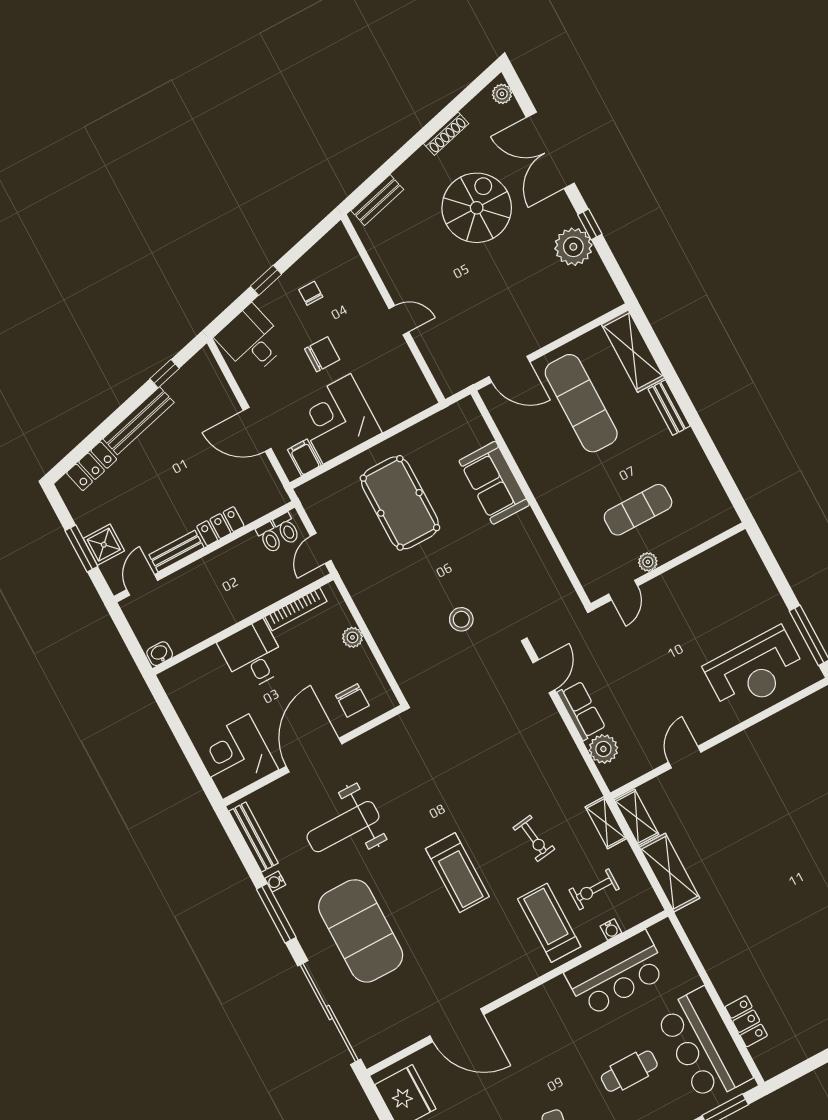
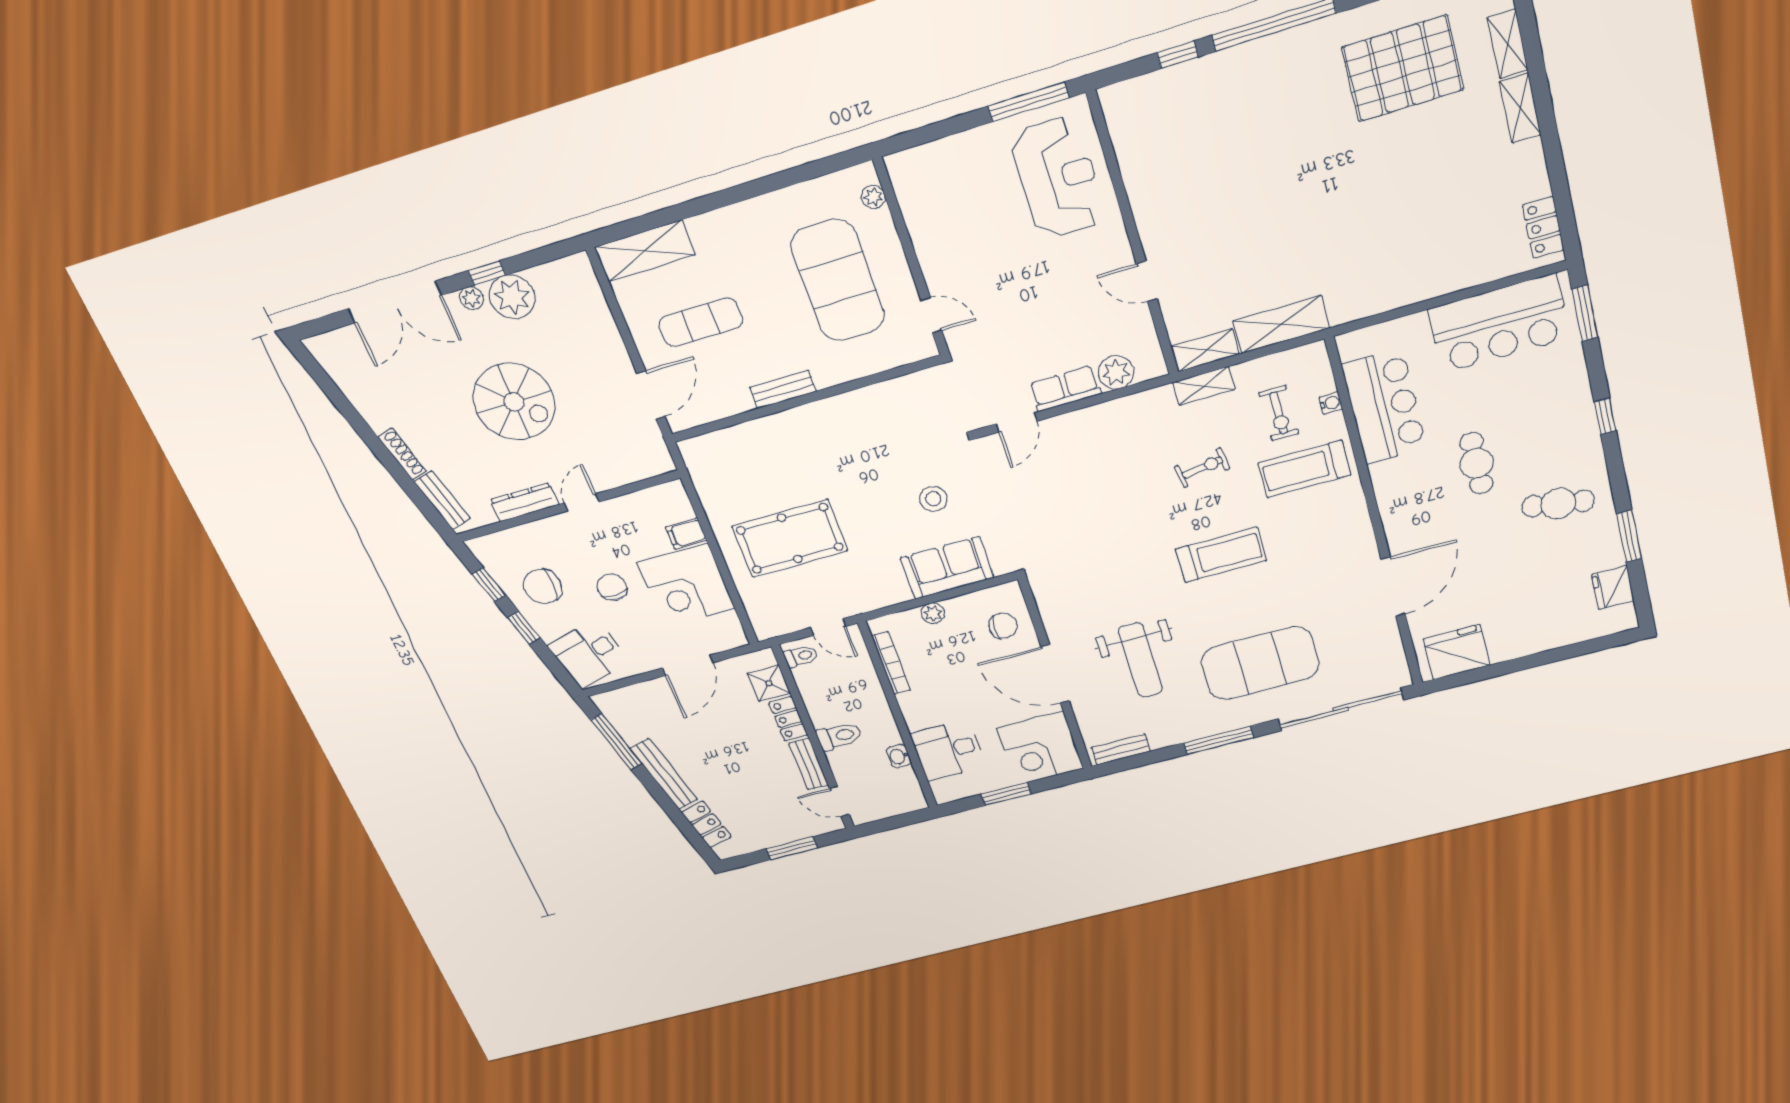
plant: (502, 94) -> (471, 298), moved
shoe rack: (446, 134) -> (402, 454), moved
spiral stairs: (477, 208) -> (514, 402), moved, turned 180
window: (303, 246) -> (489, 585), added
dresser: (389, 271) -> (524, 502), added
chair: (311, 293) -> (542, 586), width x1.87, depth x1.87
window: (165, 374) -> (616, 742), width x2.17
exercise mat: (581, 403) -> (701, 322), width x0.73, depth x0.69
bench: (669, 407) -> (783, 389), moved
filing cabinet: (304, 457) -> (686, 534), moved
sofa: (494, 483) -> (947, 568), moved, turned 180
exercise mat: (638, 510) -> (838, 280), width x2.00, depth x1.45
toilet: (269, 537) -> (839, 736), moved, width x1.37, depth x1.39
shower: (104, 545) -> (769, 683), moved
plant: (648, 562) -> (873, 197), moved
washbasin: (160, 654) -> (899, 756), moved
desk: (253, 655) -> (948, 750), moved
door: (544, 676) -> (1016, 423), swing flipped
window: (181, 735) -> (1006, 794), added
bench: (254, 837) -> (1121, 749), width x0.73
water cooler: (275, 882) -> (1184, 735), removed
locker: (746, 1021) -> (1543, 227), moved, turned -90
cafe table: (629, 1071) -> (1476, 463), moved

